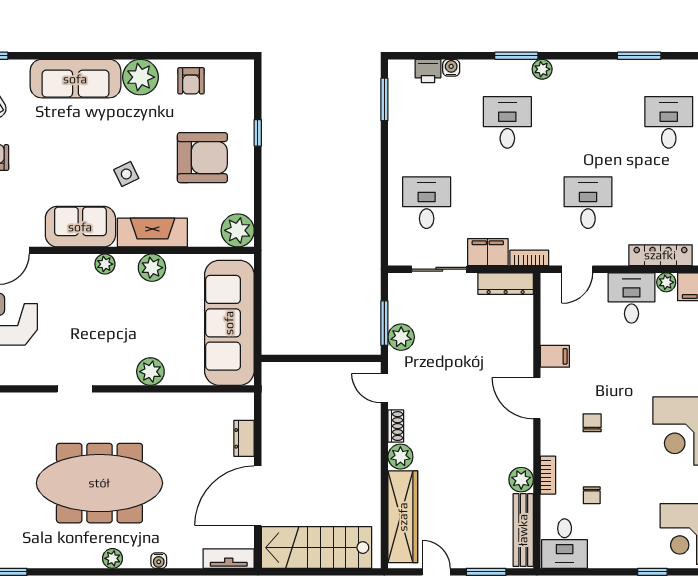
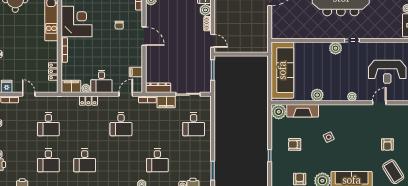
armchair: (202, 158) -> (295, 144), width x0.53, depth x0.53
sofa: (80, 227) -> (349, 113), removed
fireplace: (152, 233) -> (303, 111), moved
locker: (660, 255) -> (88, 101), width x0.66
plant: (105, 264) -> (352, 97), moved
plant: (401, 337) -> (205, 64), removed
filing cabinet: (555, 356) -> (136, 72), moved
plant: (150, 372) -> (336, 48), moved
dresser: (244, 438) -> (276, 18), removed

